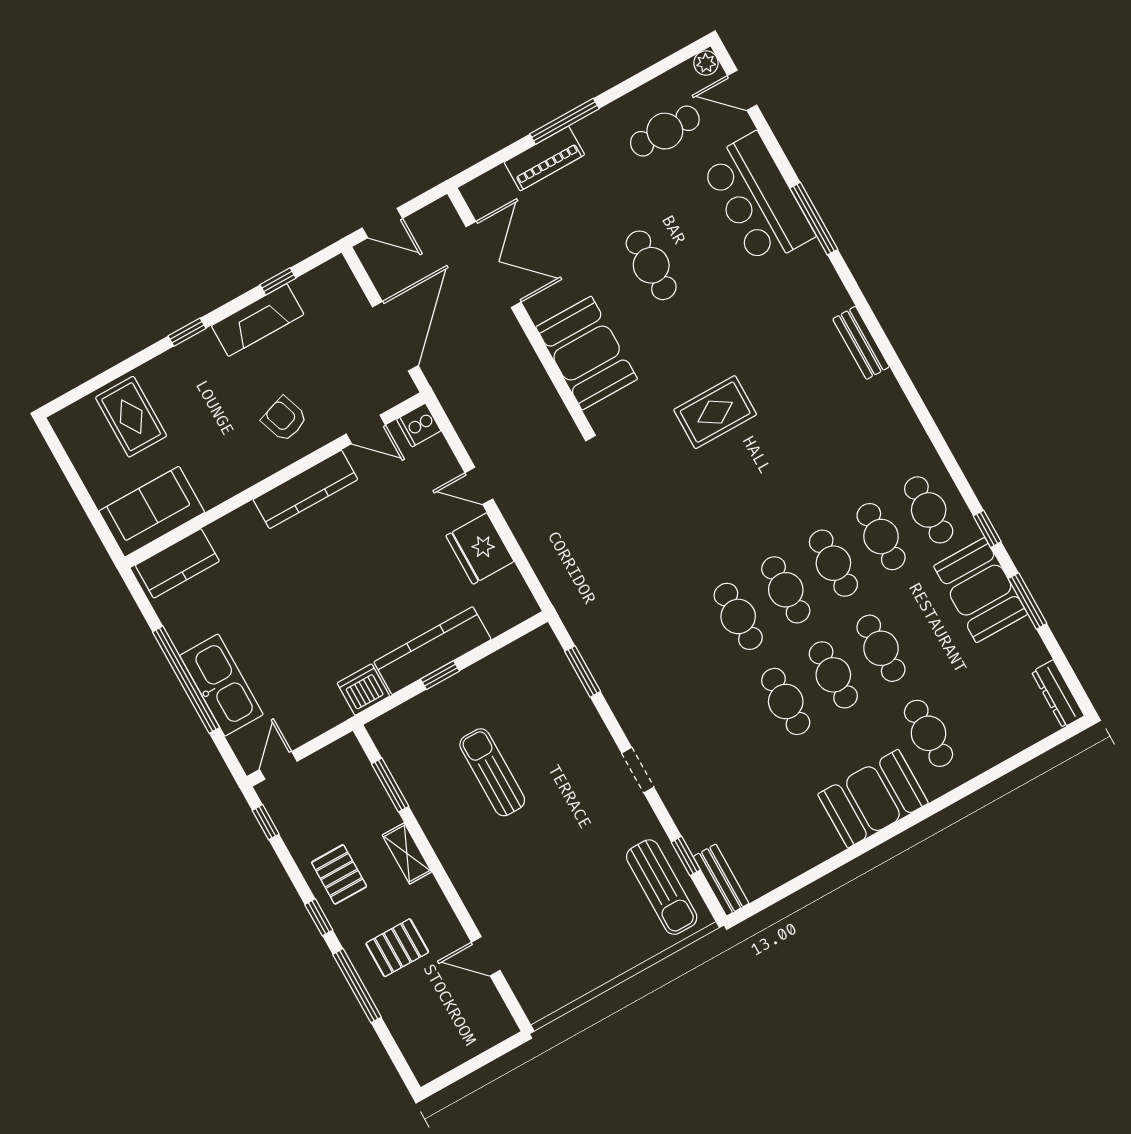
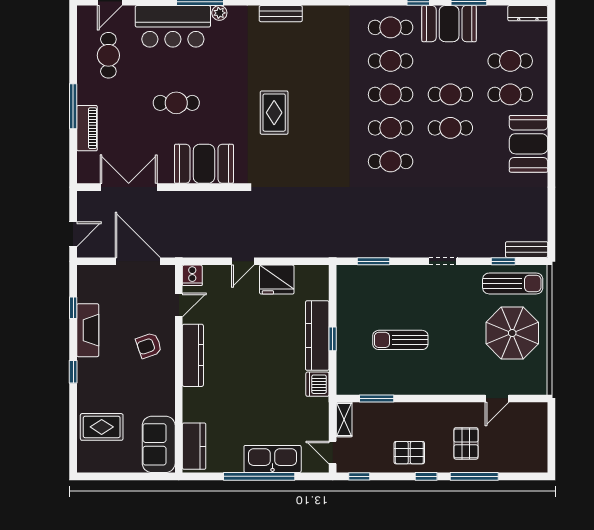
plant: (706, 63) -> (219, 13), moved
cafe table: (786, 701) -> (510, 61), moved
shelving: (407, 853) -> (344, 419), moved, turned 90
parasol: (591, 926) -> (512, 333), added

